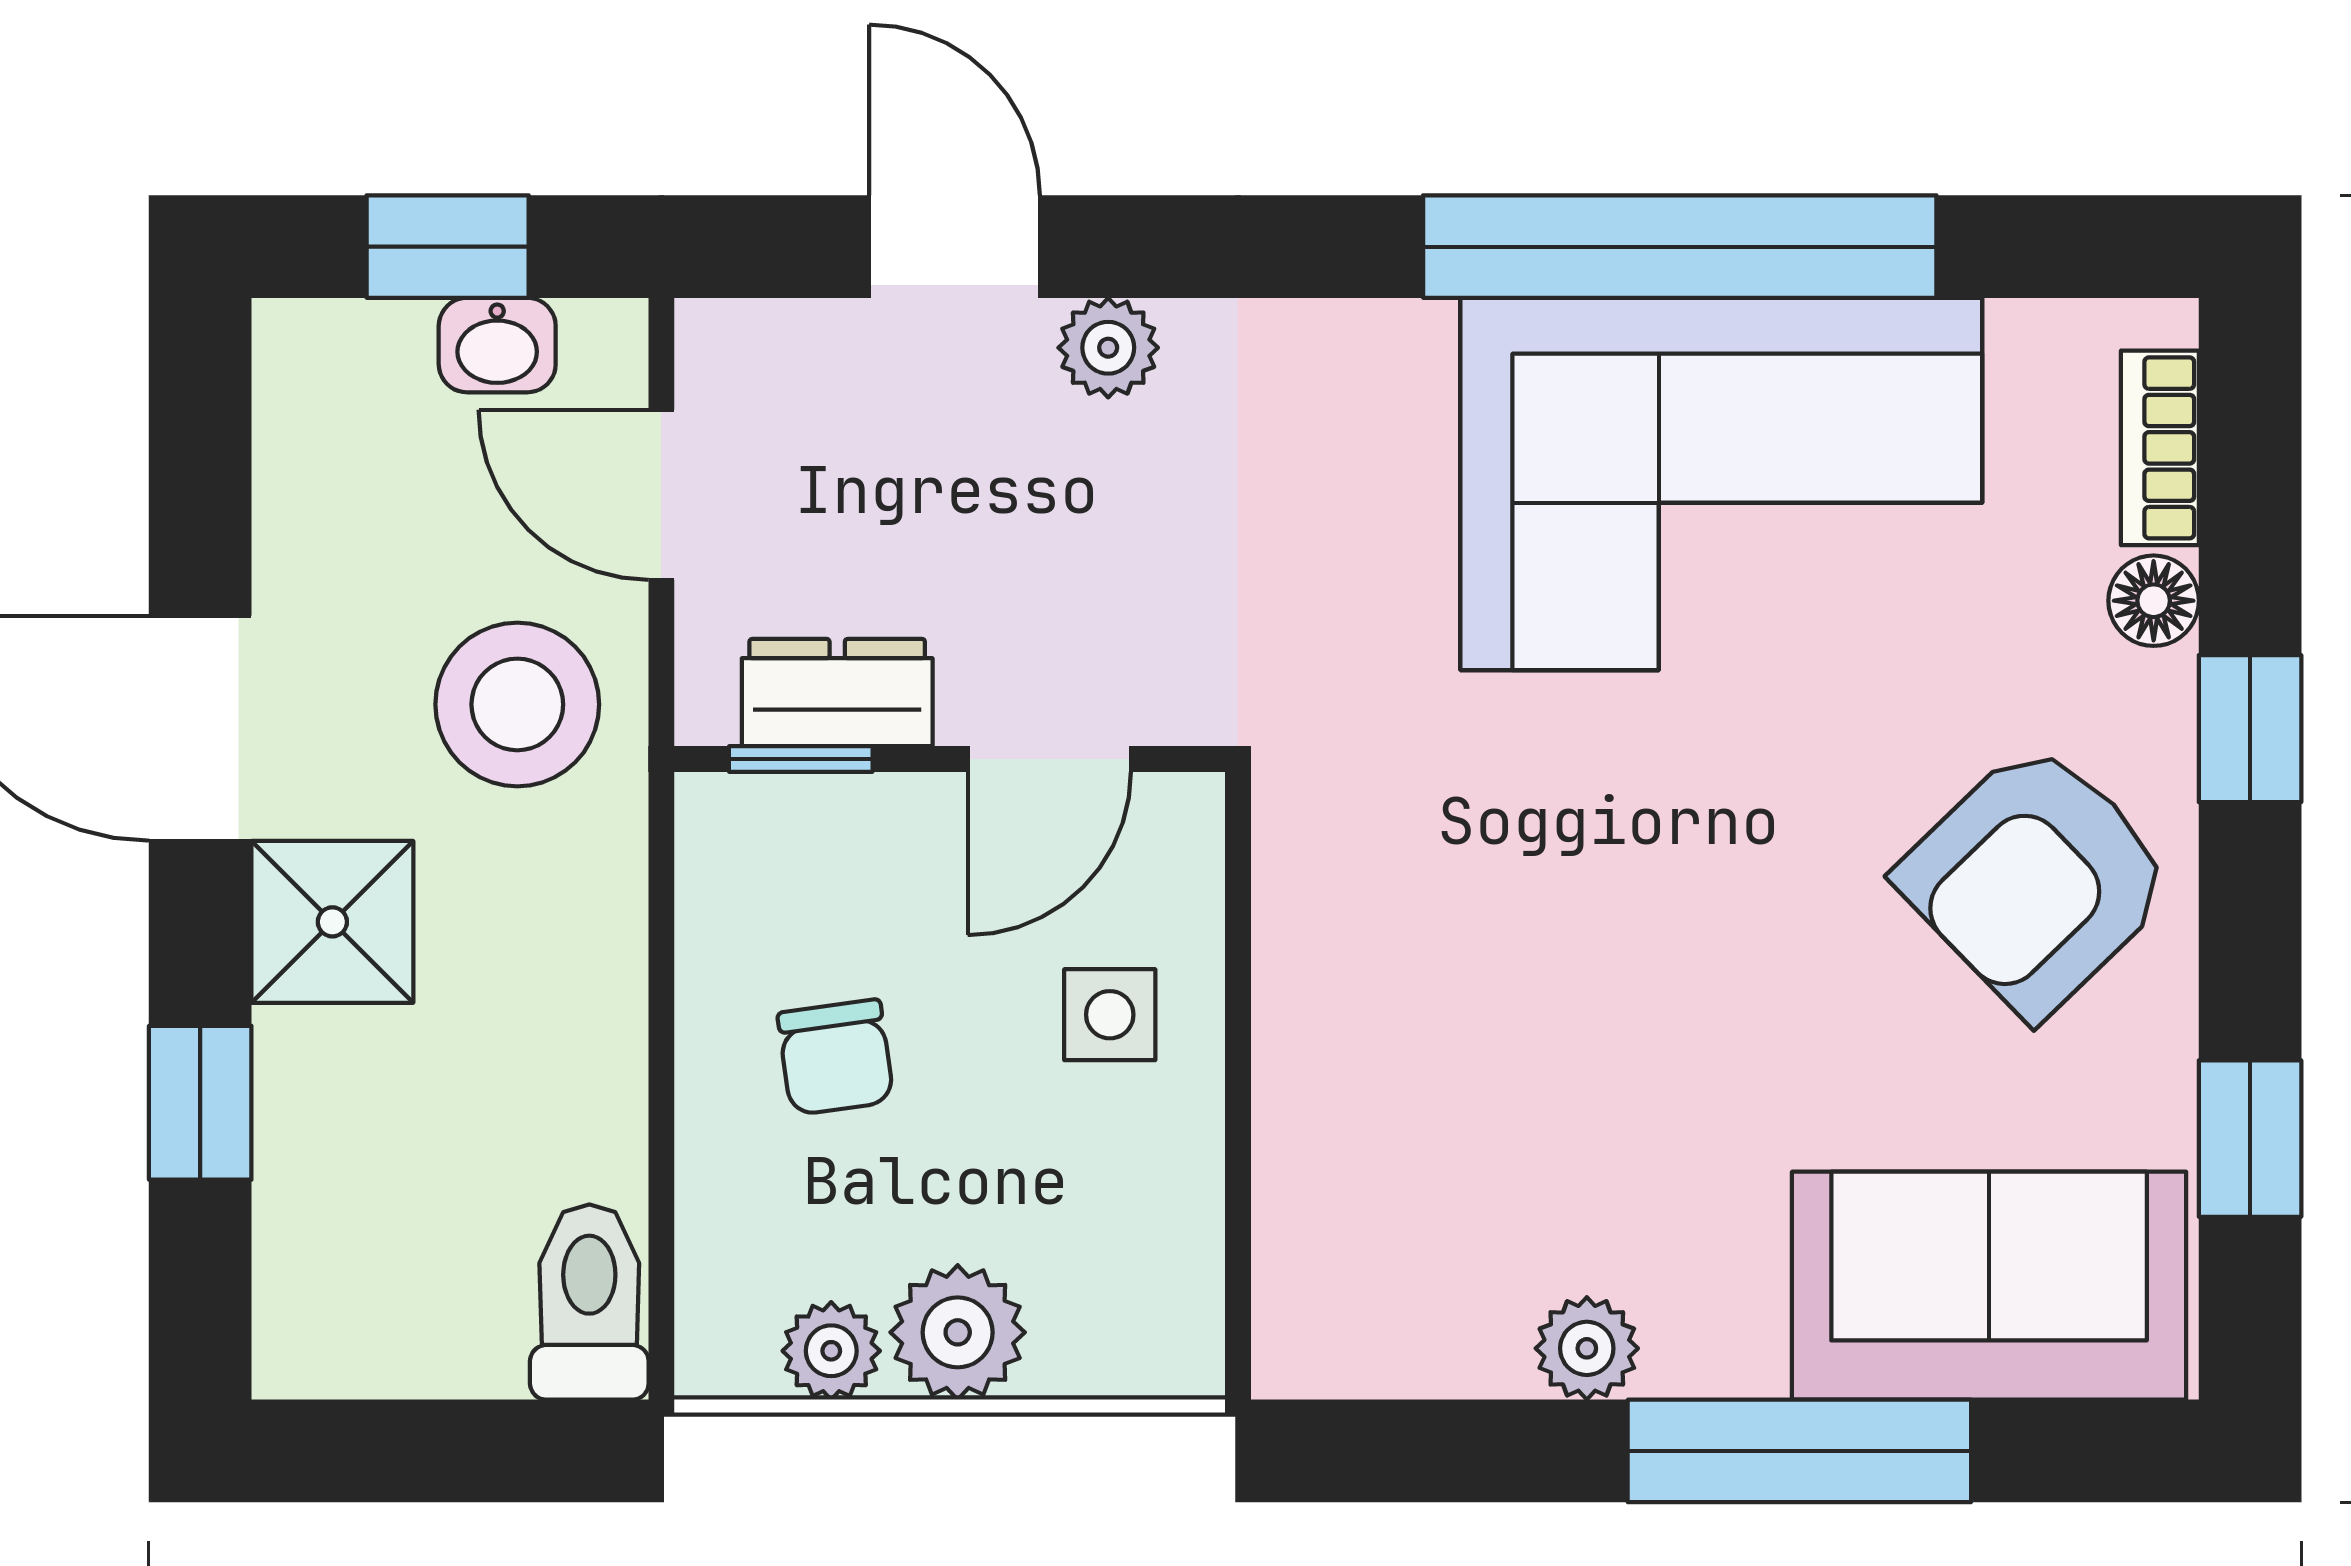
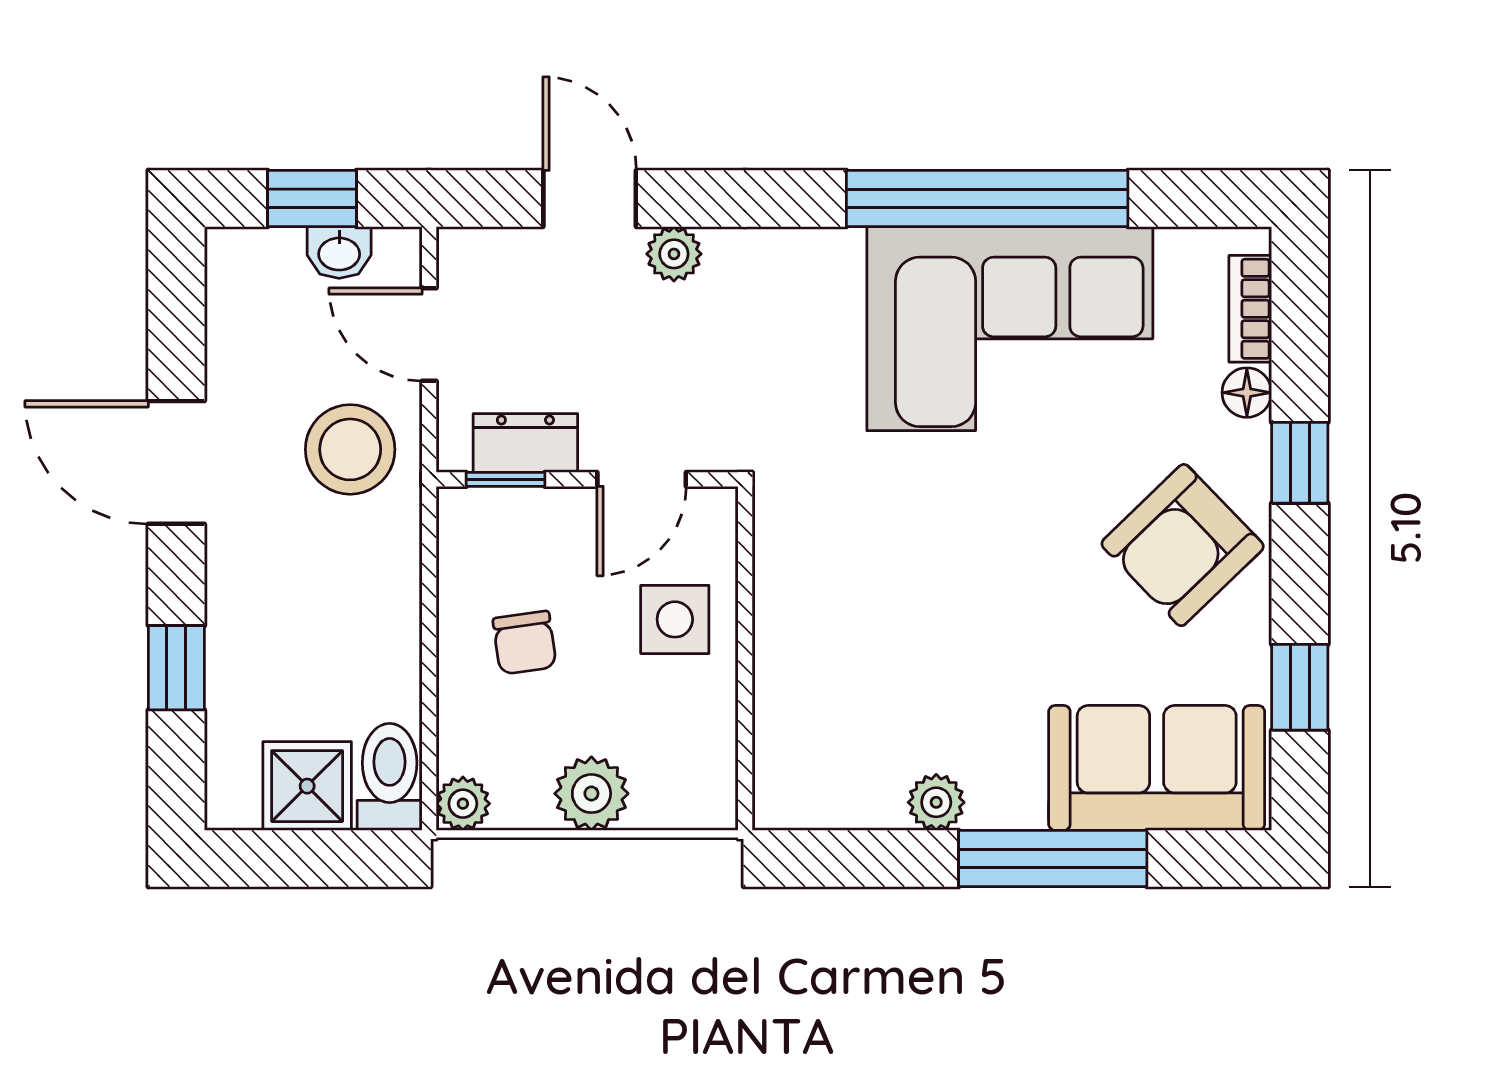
shower: (332, 922) -> (307, 786), moved
side table: (1110, 1015) -> (675, 619), width x1.37, depth x1.37
plant: (831, 1351) -> (463, 804), moved

